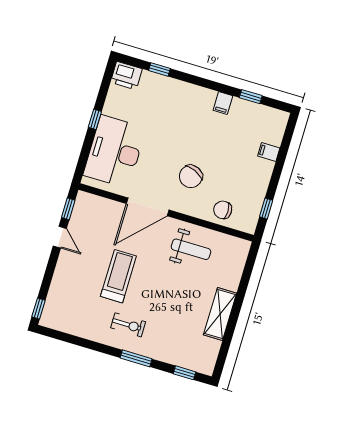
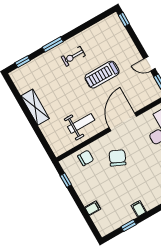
weight bench: (191, 249) -> (81, 123), turned 180
treadmill: (118, 276) -> (102, 75), turned 90

